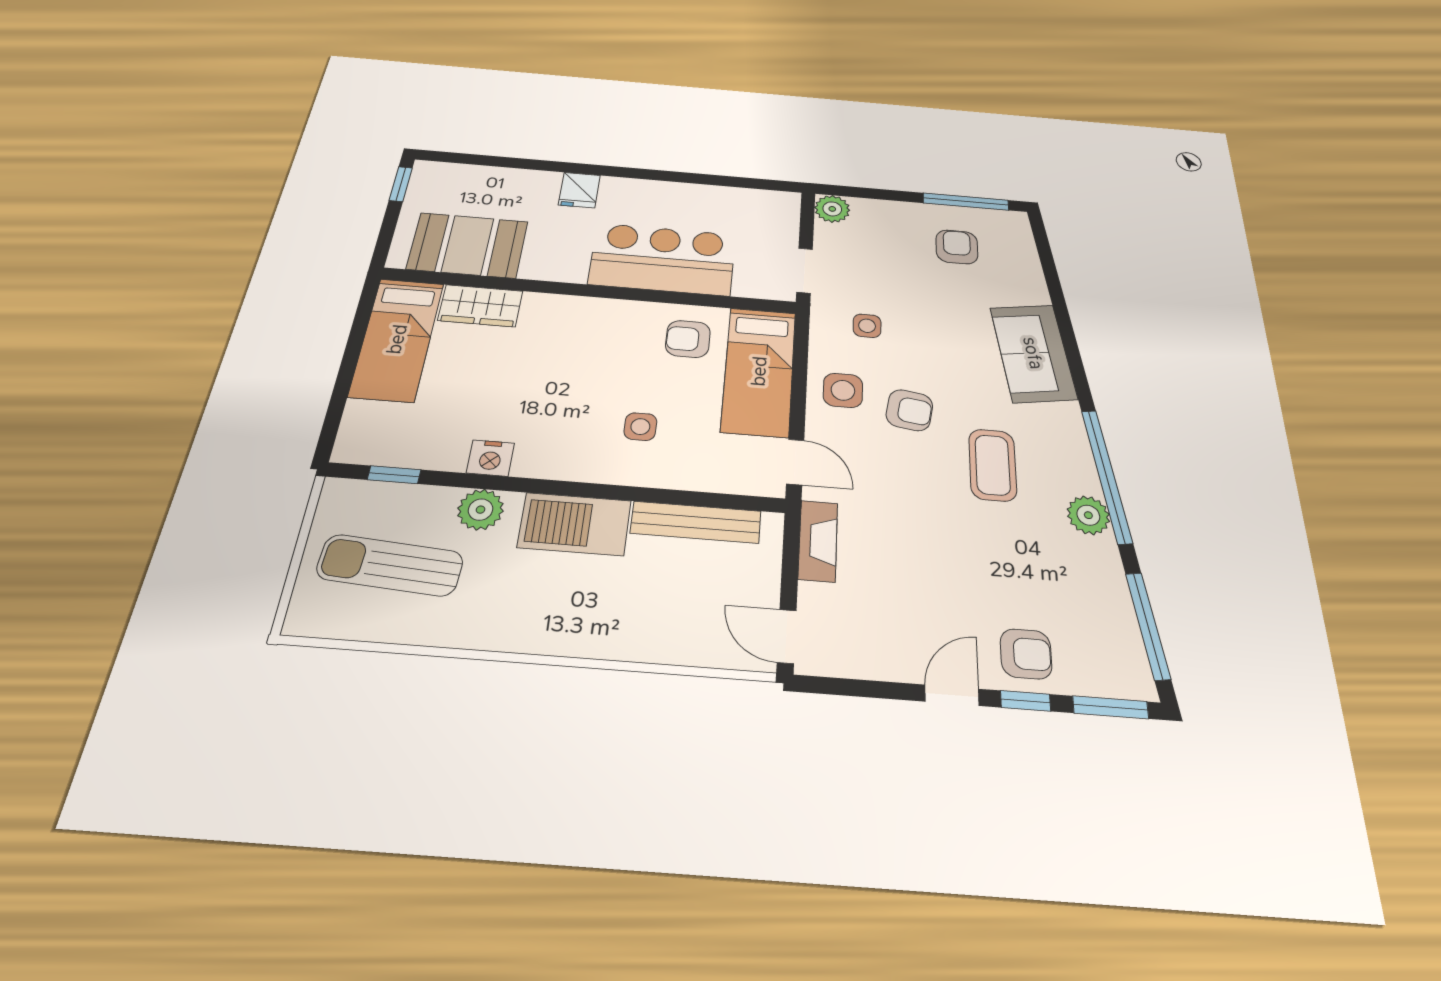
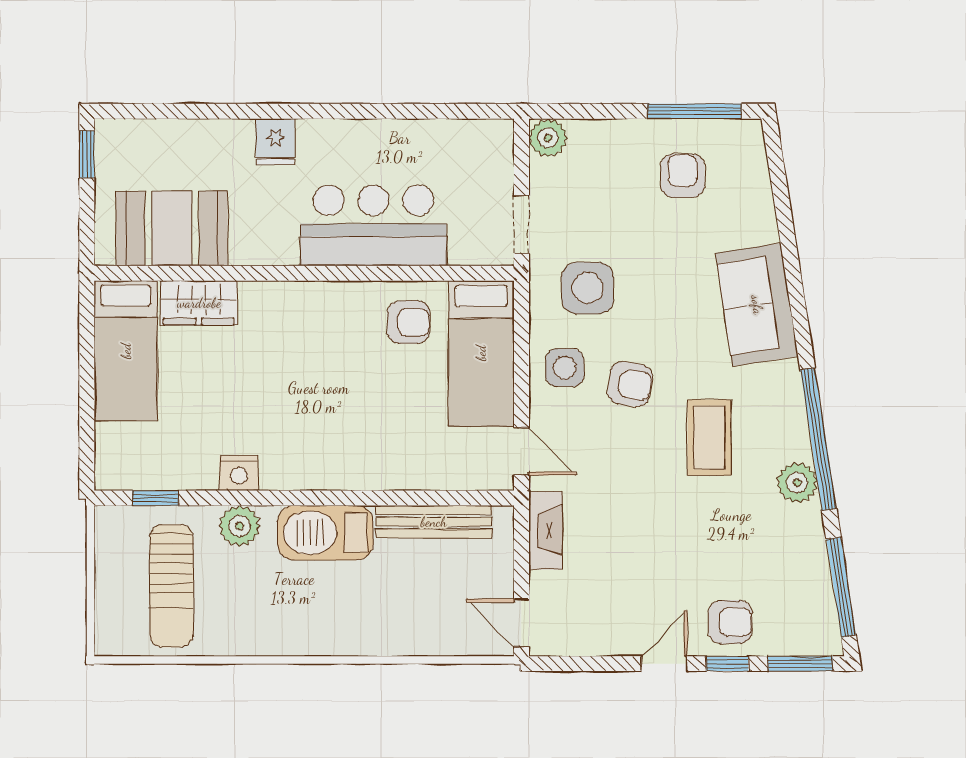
side table: (867, 326) -> (588, 288), width x1.87, depth x1.87
armchair: (688, 339) -> (408, 322), turned 180
side table: (640, 427) -> (373, 427), removed
sun lounger: (390, 565) -> (171, 586), turned -94

